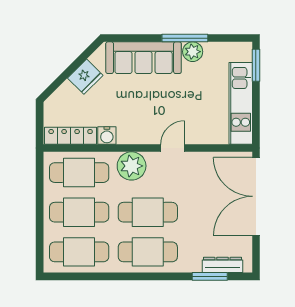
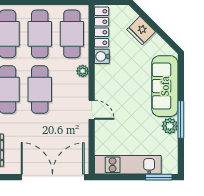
fridge: (85, 77) -> (141, 30), moved
plant: (132, 166) -> (83, 71), width x0.53, depth x0.53

